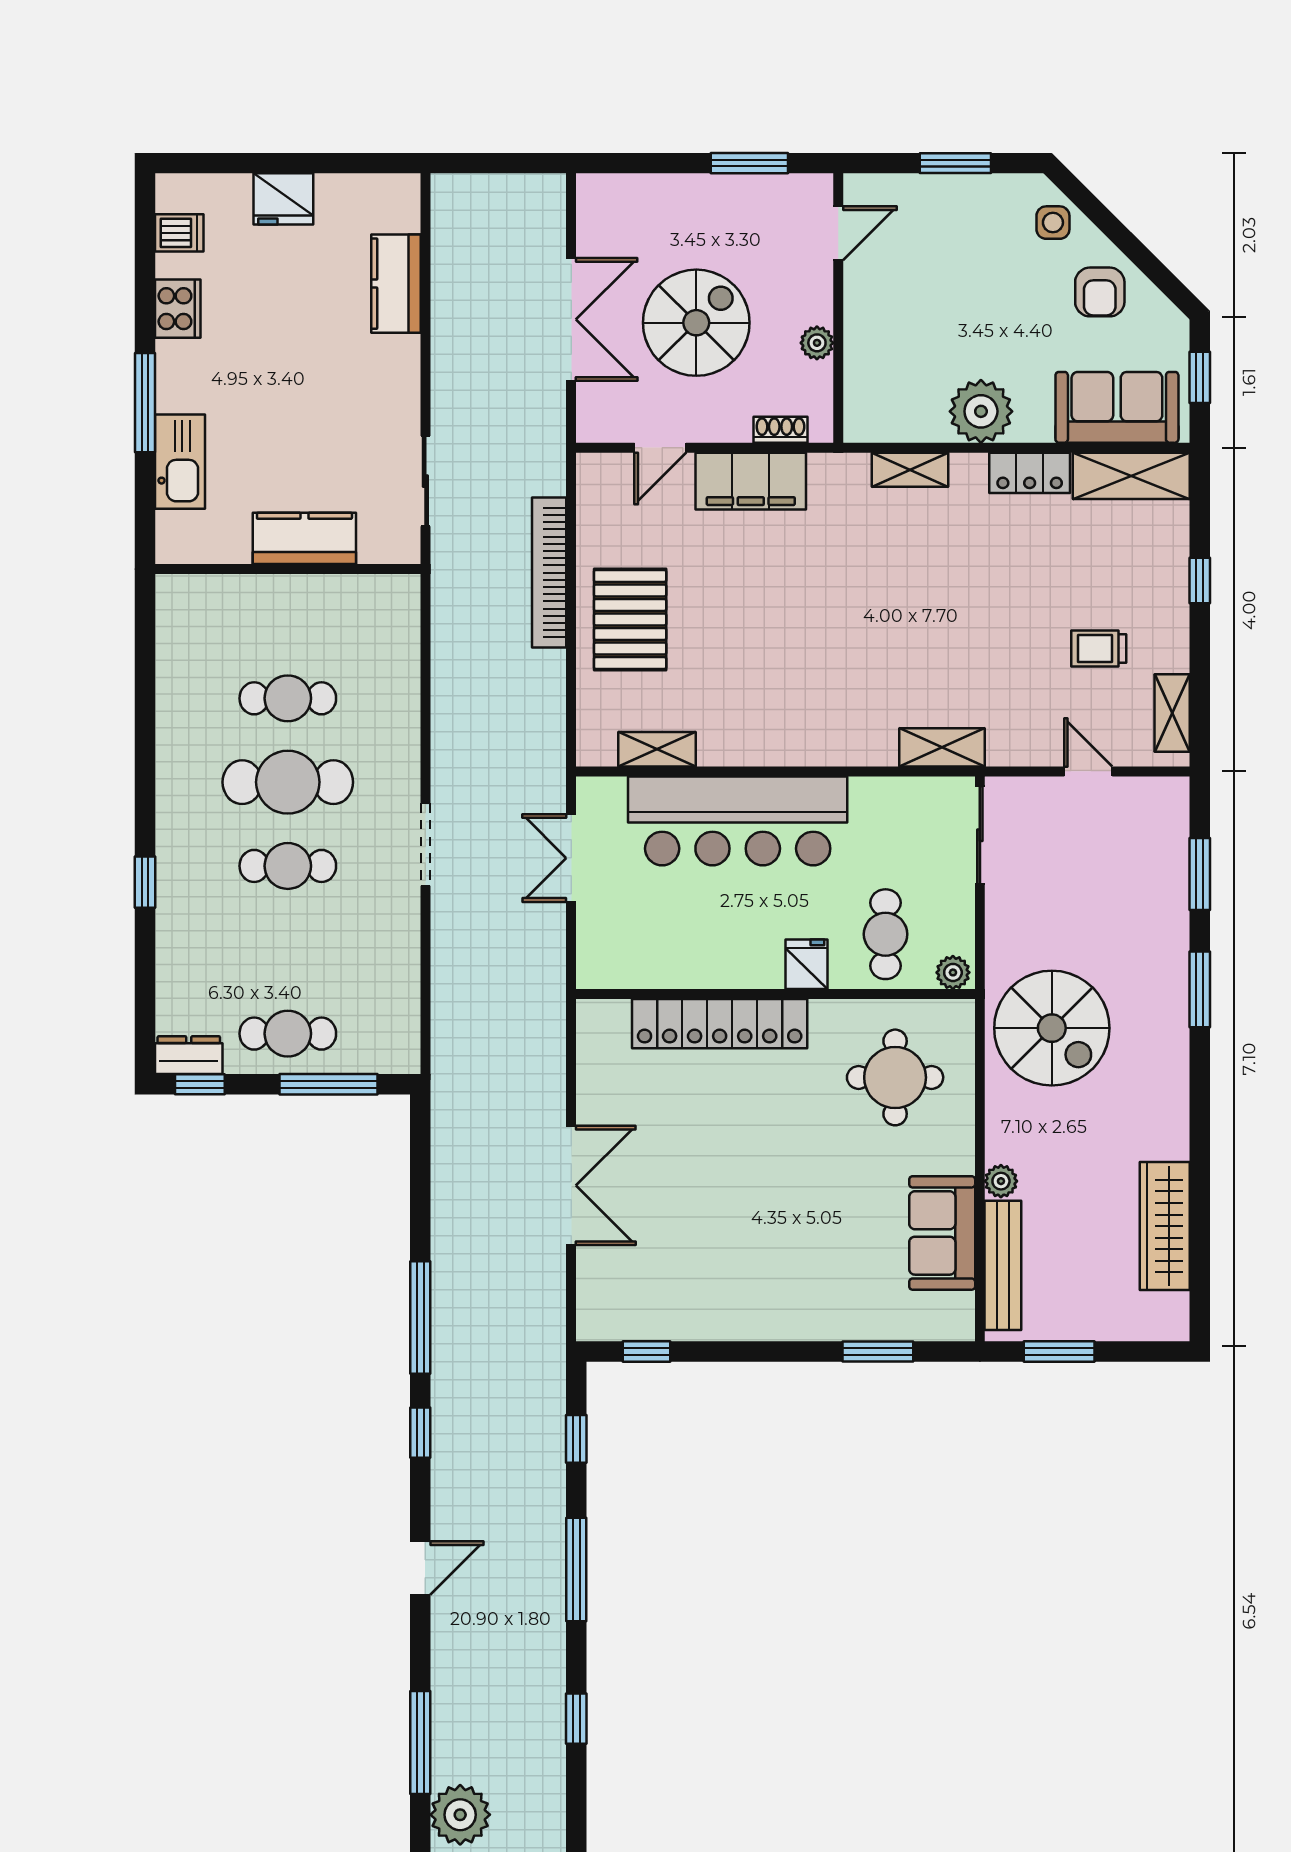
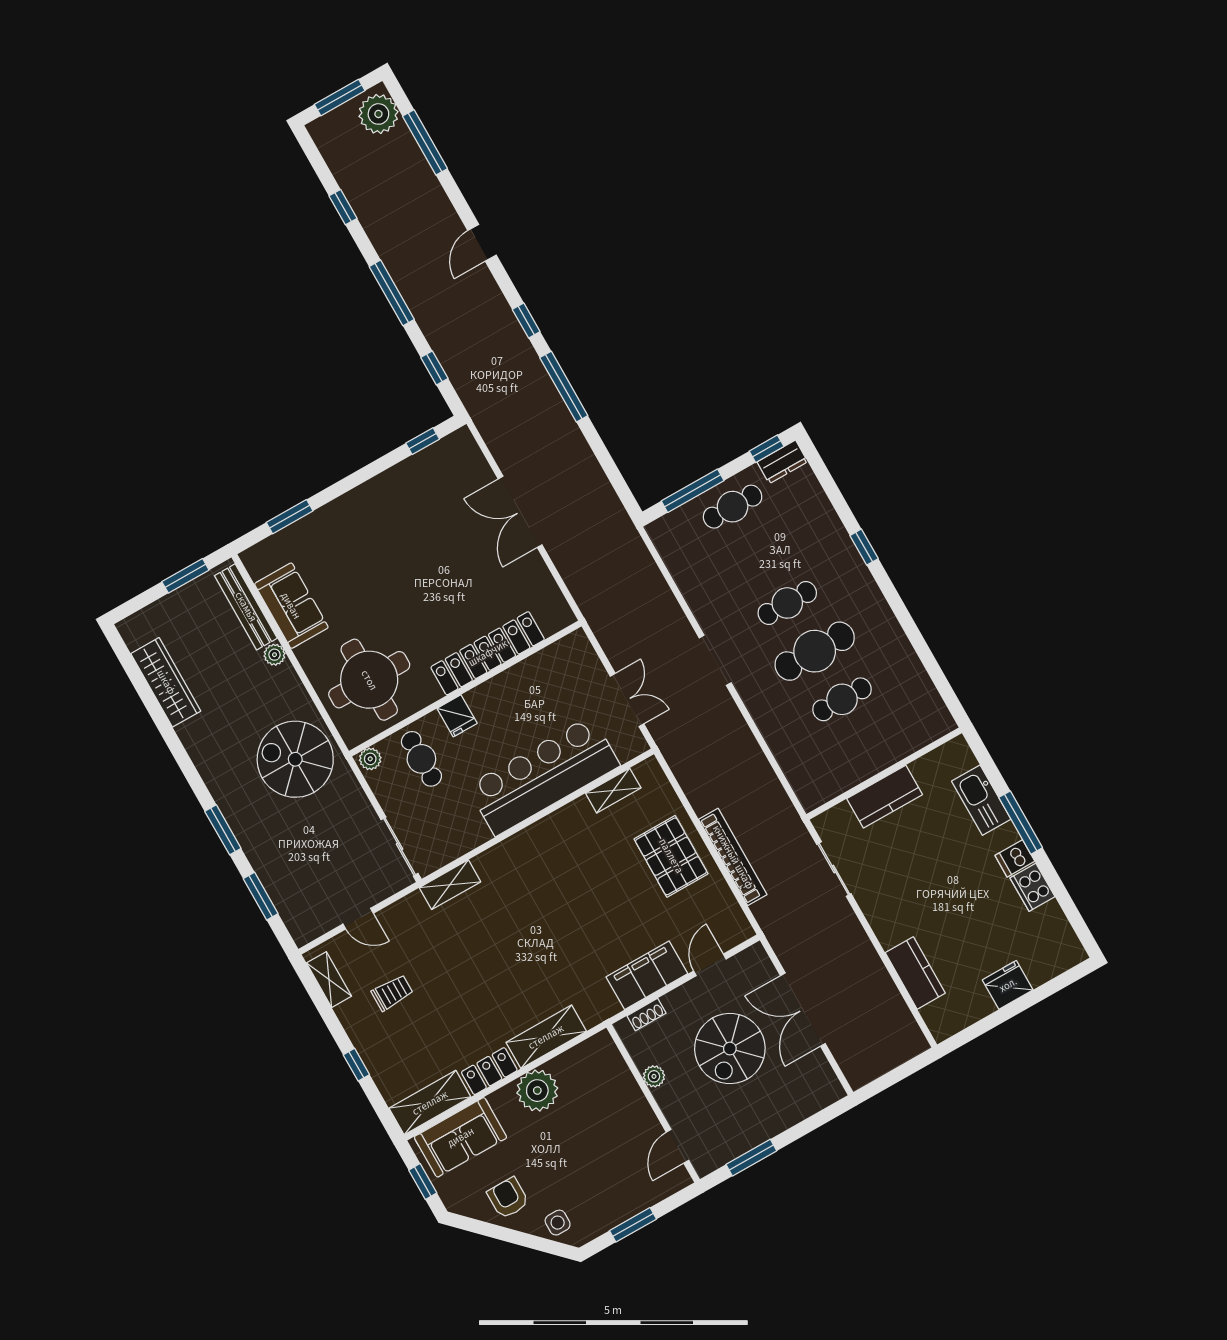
dishwasher: (179, 233) -> (1015, 858), moved
shelving: (910, 470) -> (546, 1037), width x1.50, depth x1.33
round table: (895, 1077) -> (369, 680), width x1.36, depth x1.36

